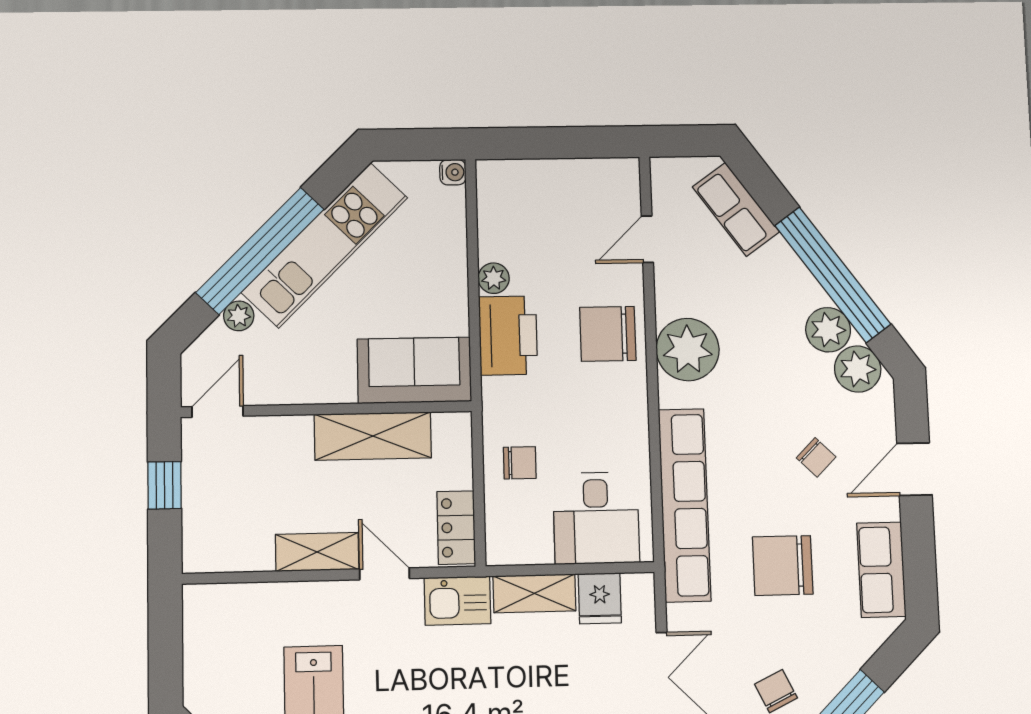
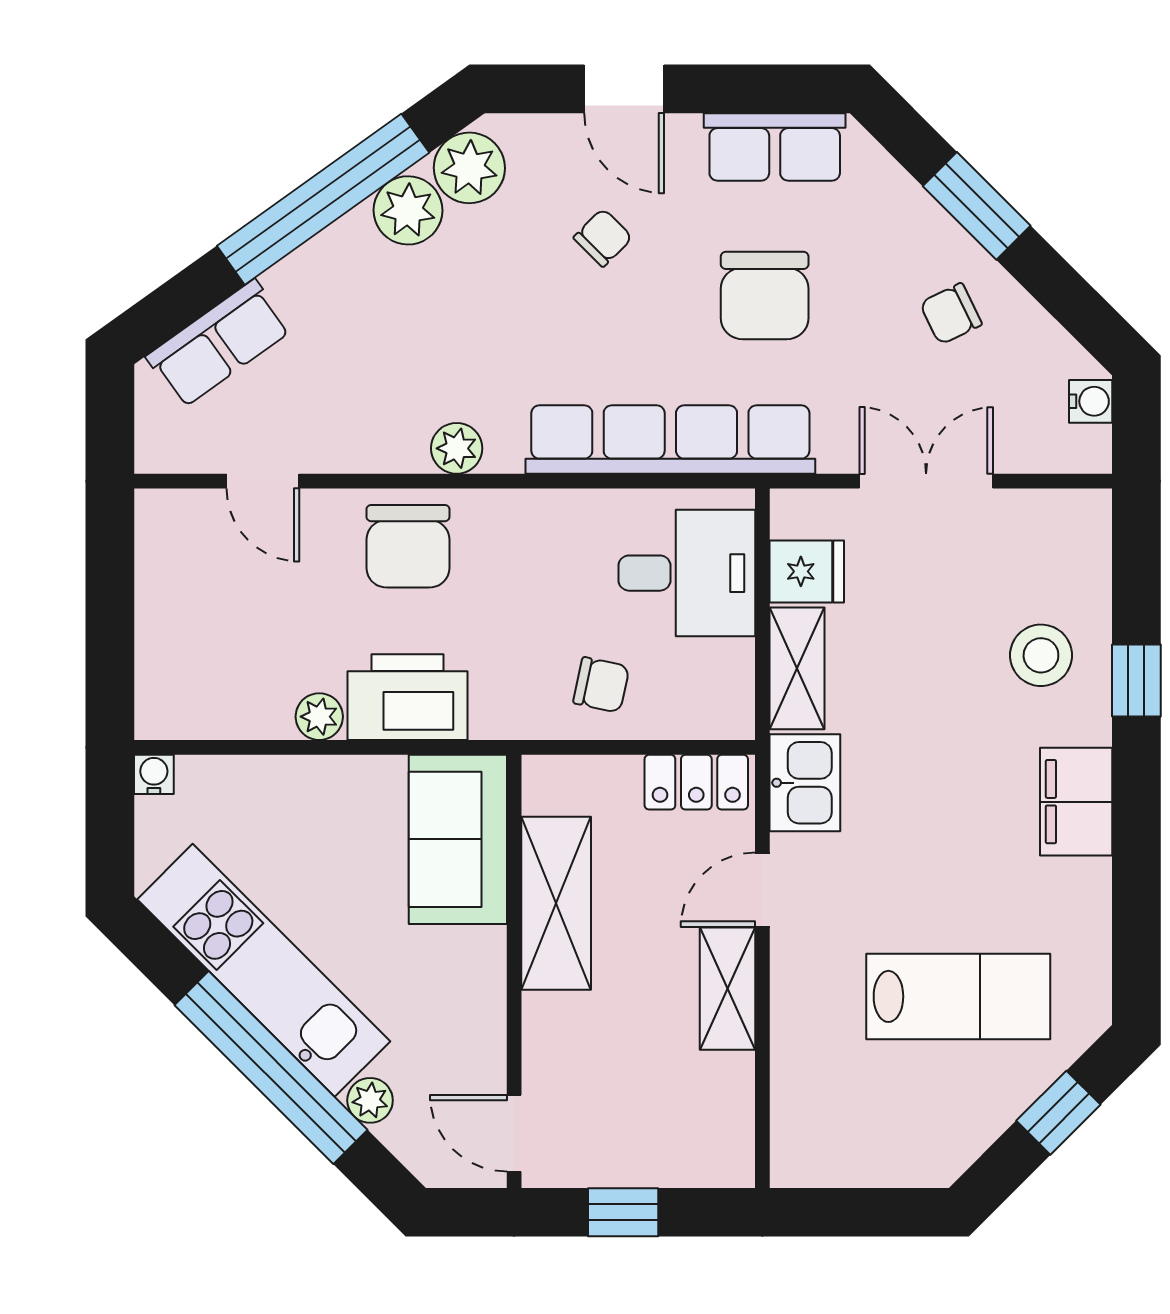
plant: (688, 350) -> (457, 448), width x0.53, depth x0.53
chair: (520, 463) -> (601, 685), turned 102

